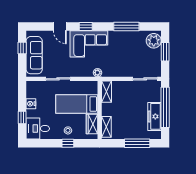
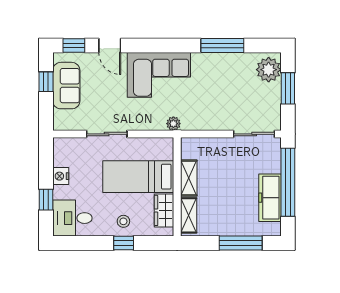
window: (86, 26) -> (74, 45), moved
sofa: (34, 55) -> (66, 86), width x0.73
shelving: (107, 92) -> (189, 178), moved

